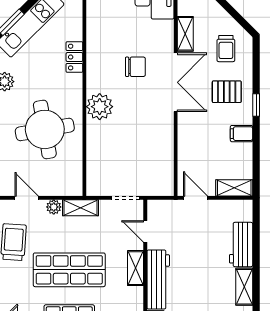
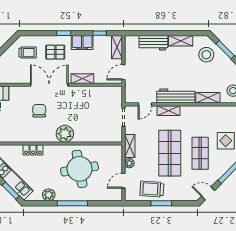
shelving: (185, 34) -> (82, 79), moved
pallet: (227, 92) -> (55, 52), turned 90
filing cabinet: (242, 134) -> (82, 43), width x2.00
window: (256, 161) -> (100, 33), added

